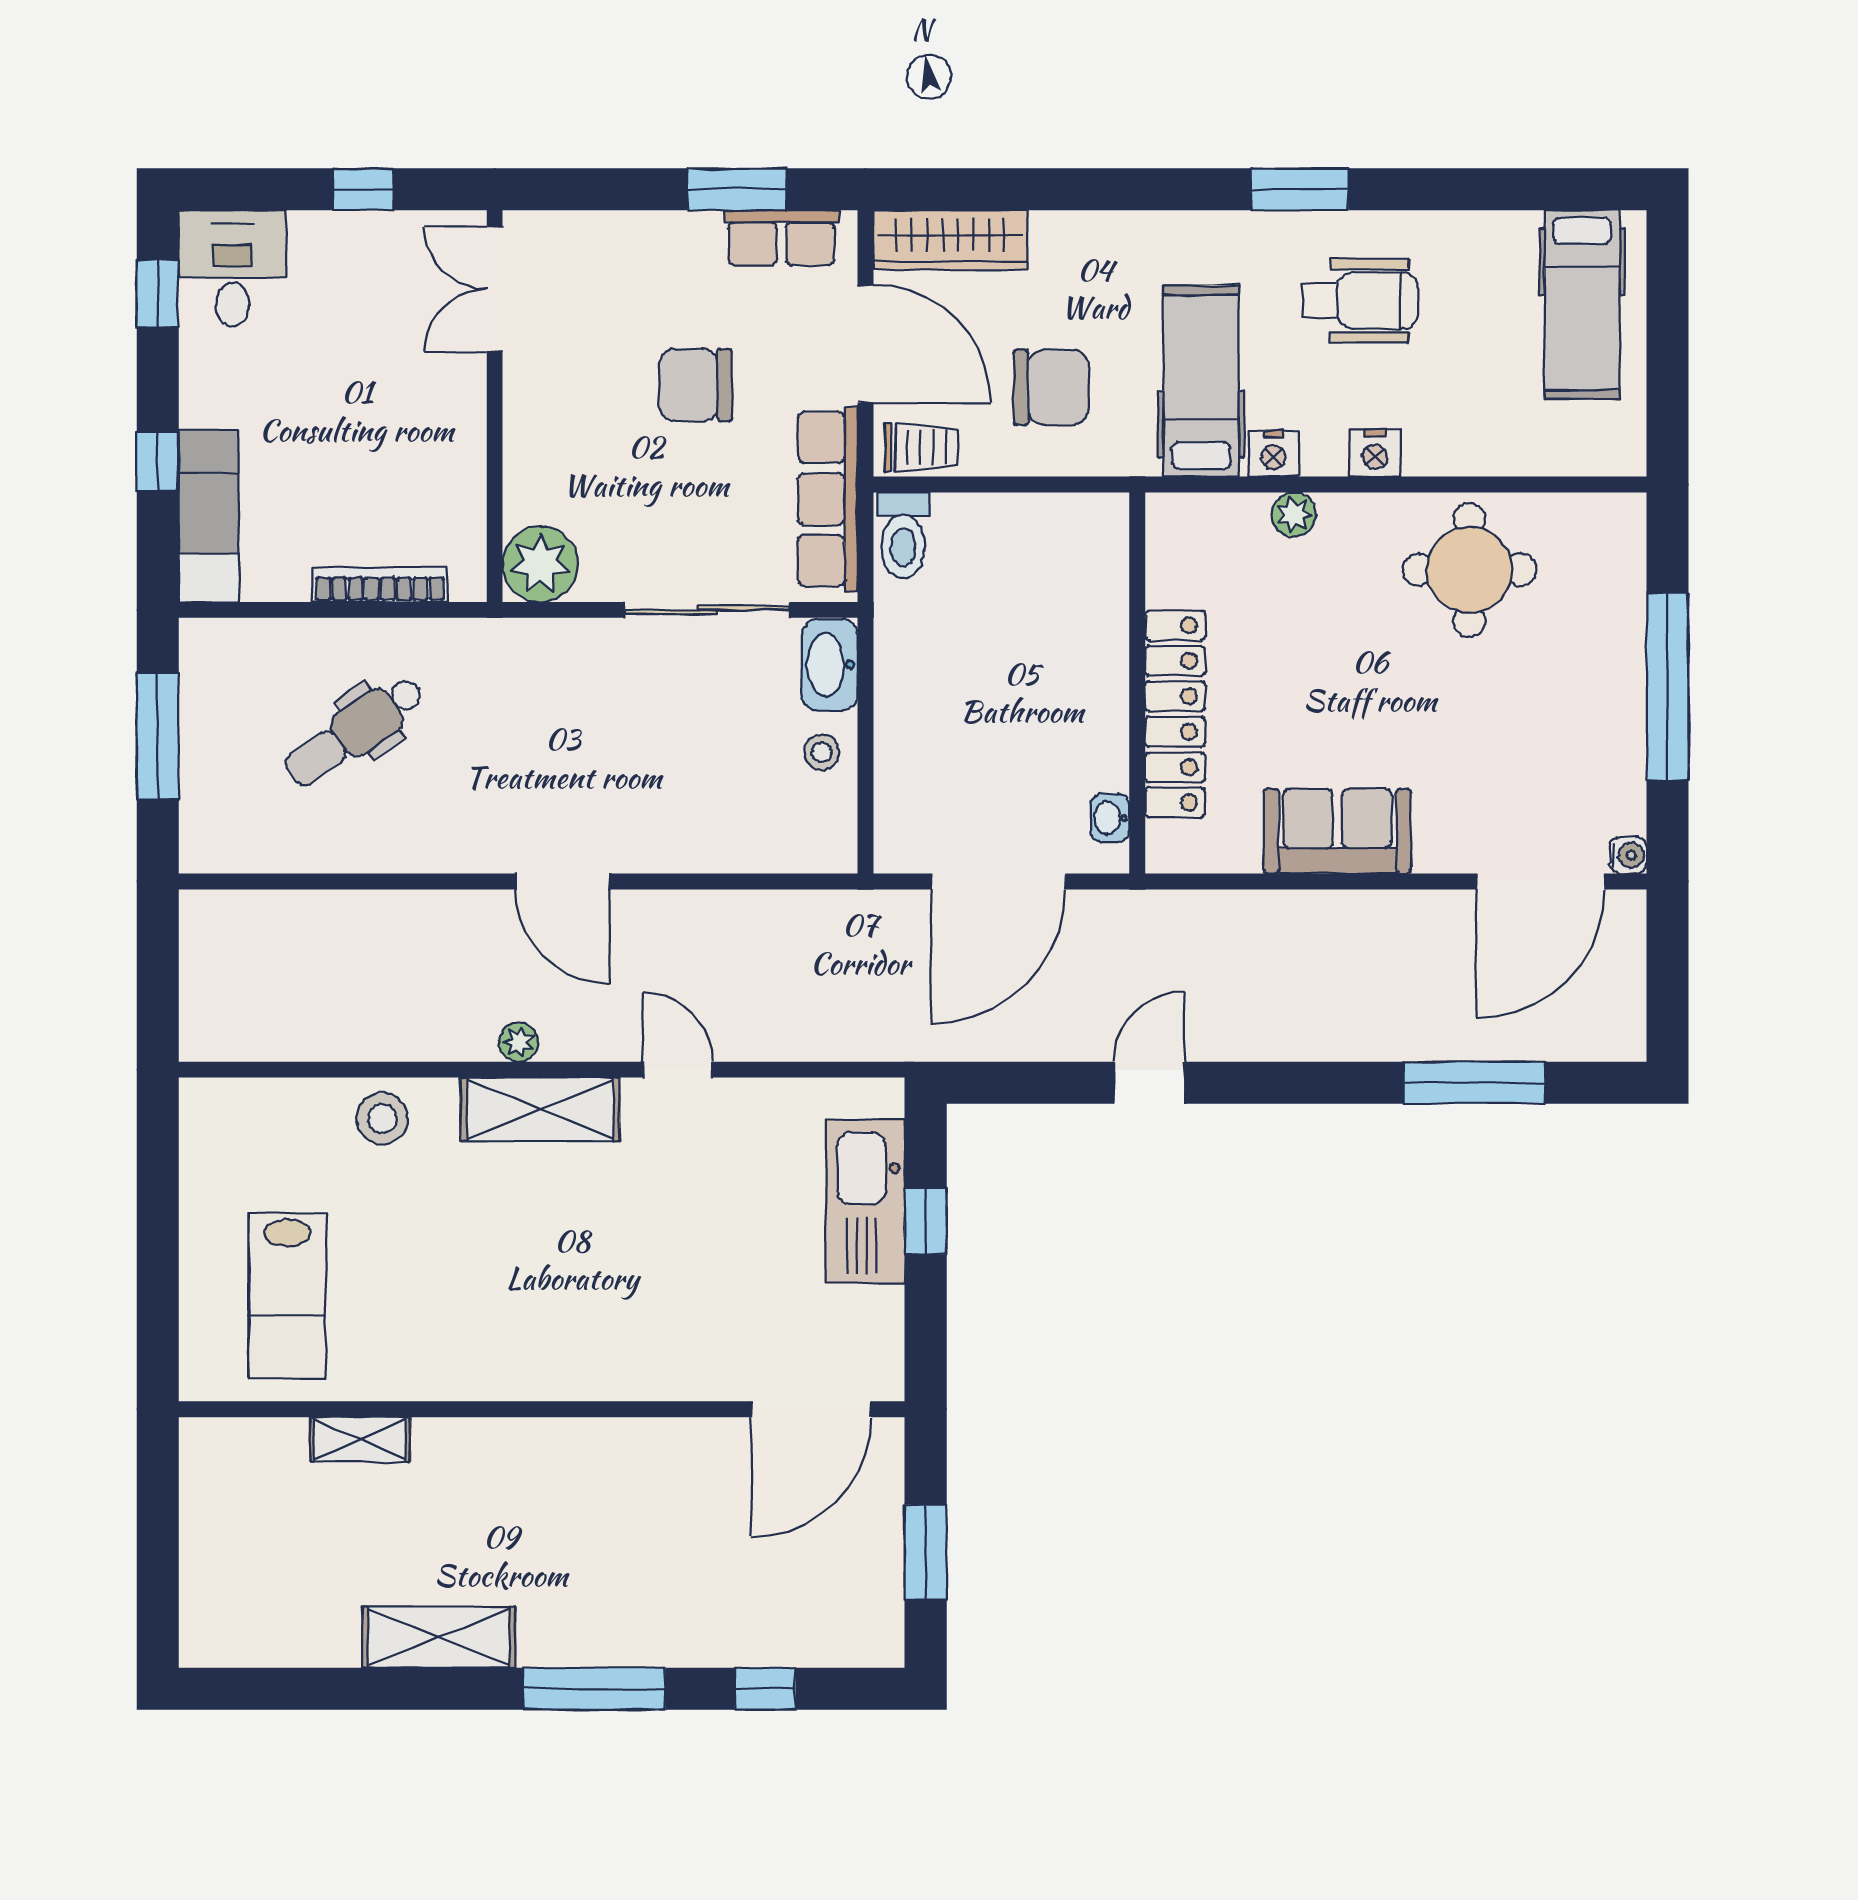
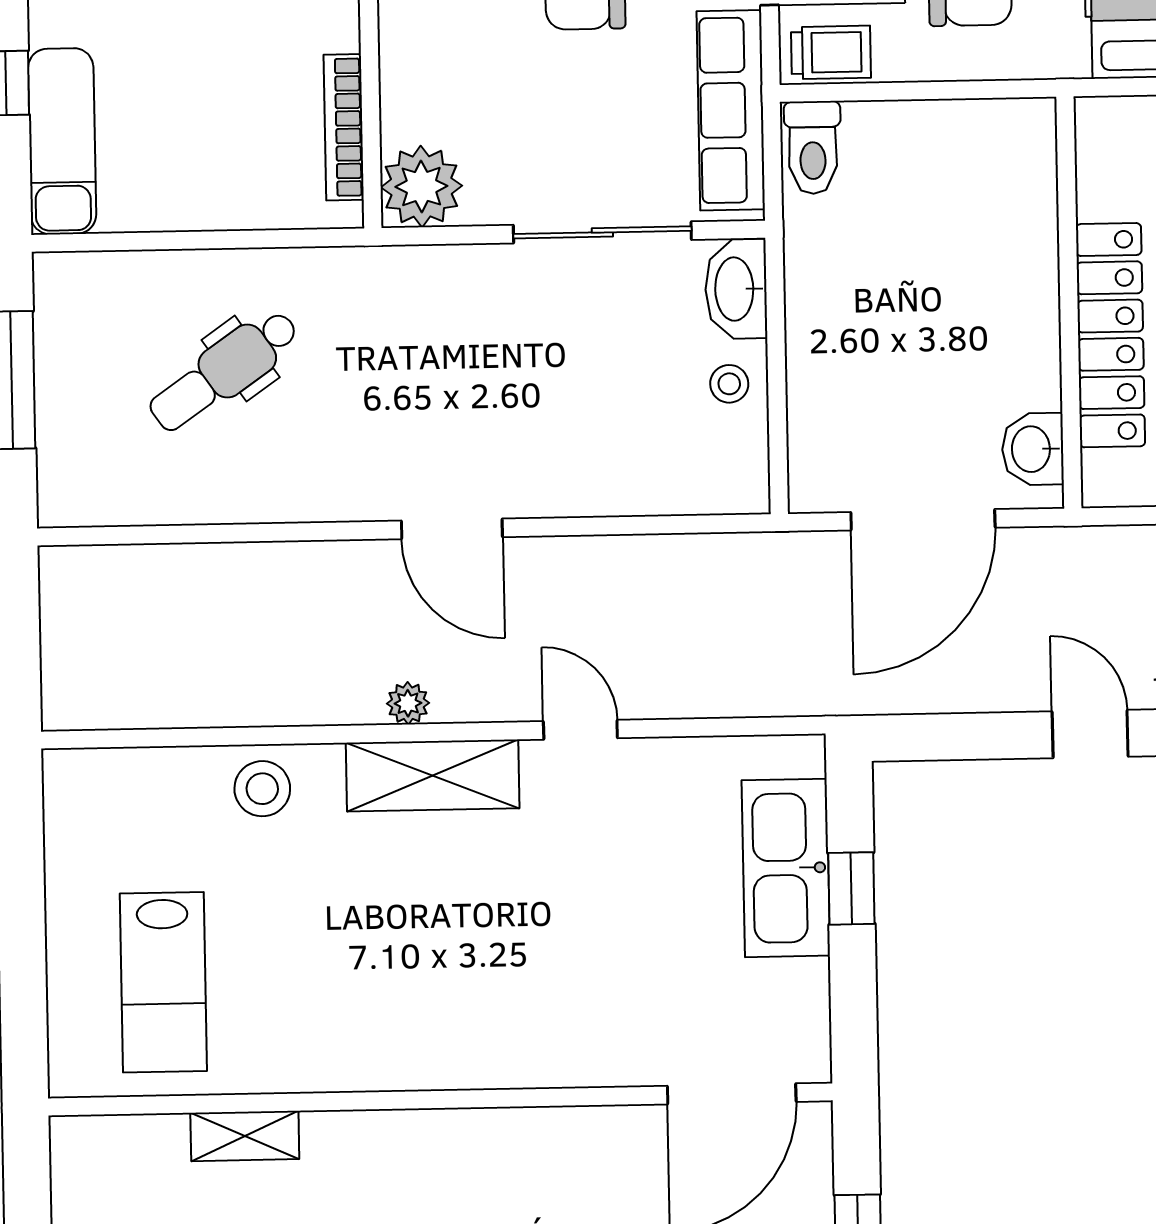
bookcase: (380, 585) -> (344, 127), moved, turned -90
washbasin: (1110, 818) -> (1033, 449), width x1.38, depth x1.45
door: (1149, 1083) -> (1090, 734), hinge flipped

